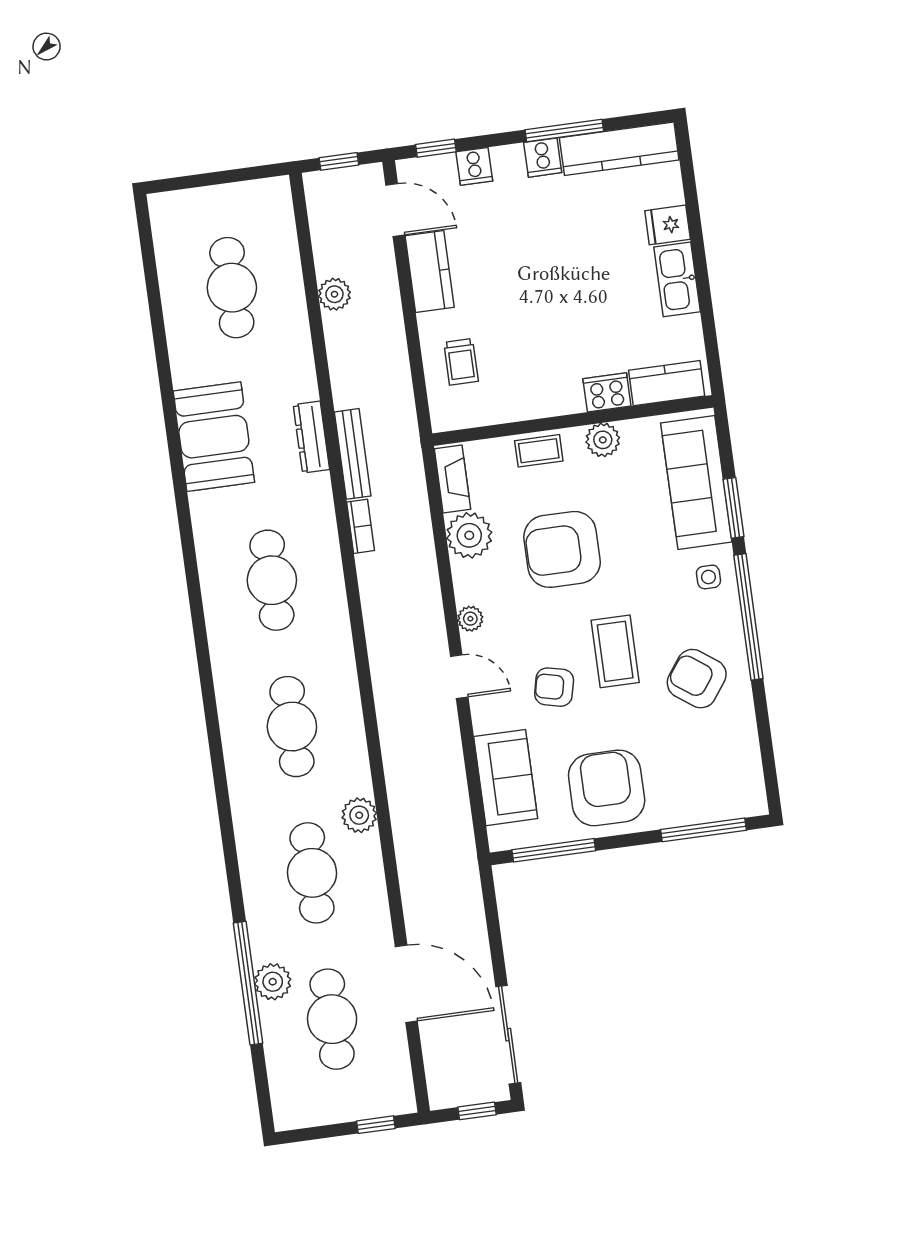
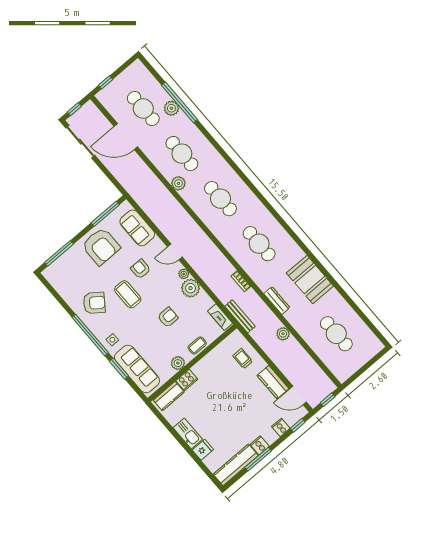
plant: (334, 294) -> (283, 334), moved
bench: (353, 454) -> (240, 316), moved
plant: (469, 535) -> (191, 288), moved
armchair: (562, 549) -> (168, 317), width x0.53, depth x0.53
armchair: (554, 687) -> (141, 269), turned -103

